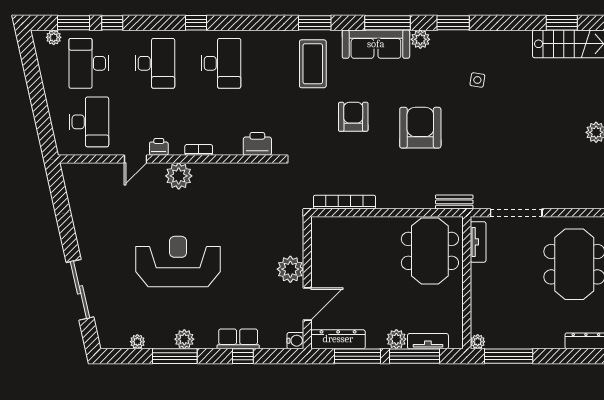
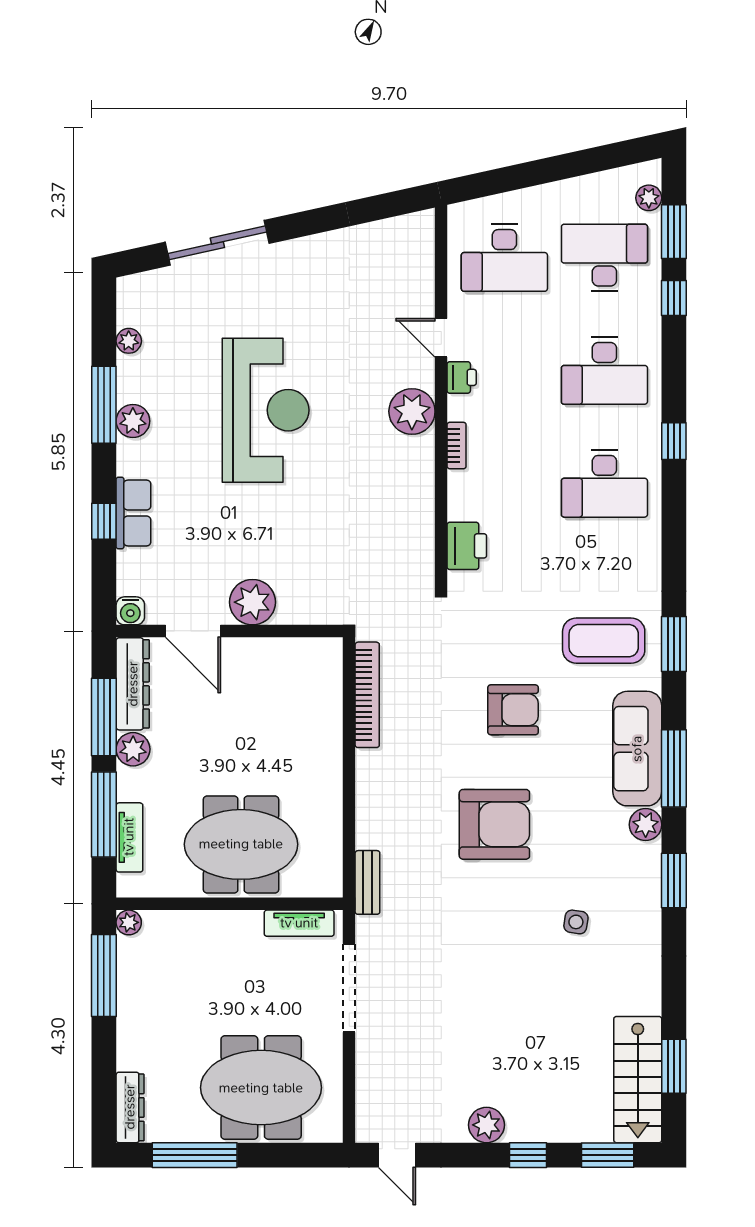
meeting table: (430, 251) -> (241, 844), moved
plant: (396, 339) -> (133, 749), moved

